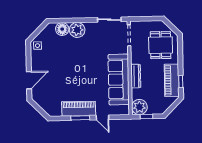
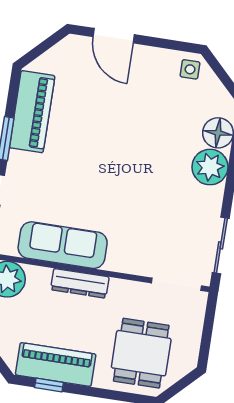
dining table: (161, 45) -> (141, 353), turned 90
sofa: (119, 80) -> (63, 245), width x0.74, depth x0.79
piano: (79, 109) -> (32, 112), moved

